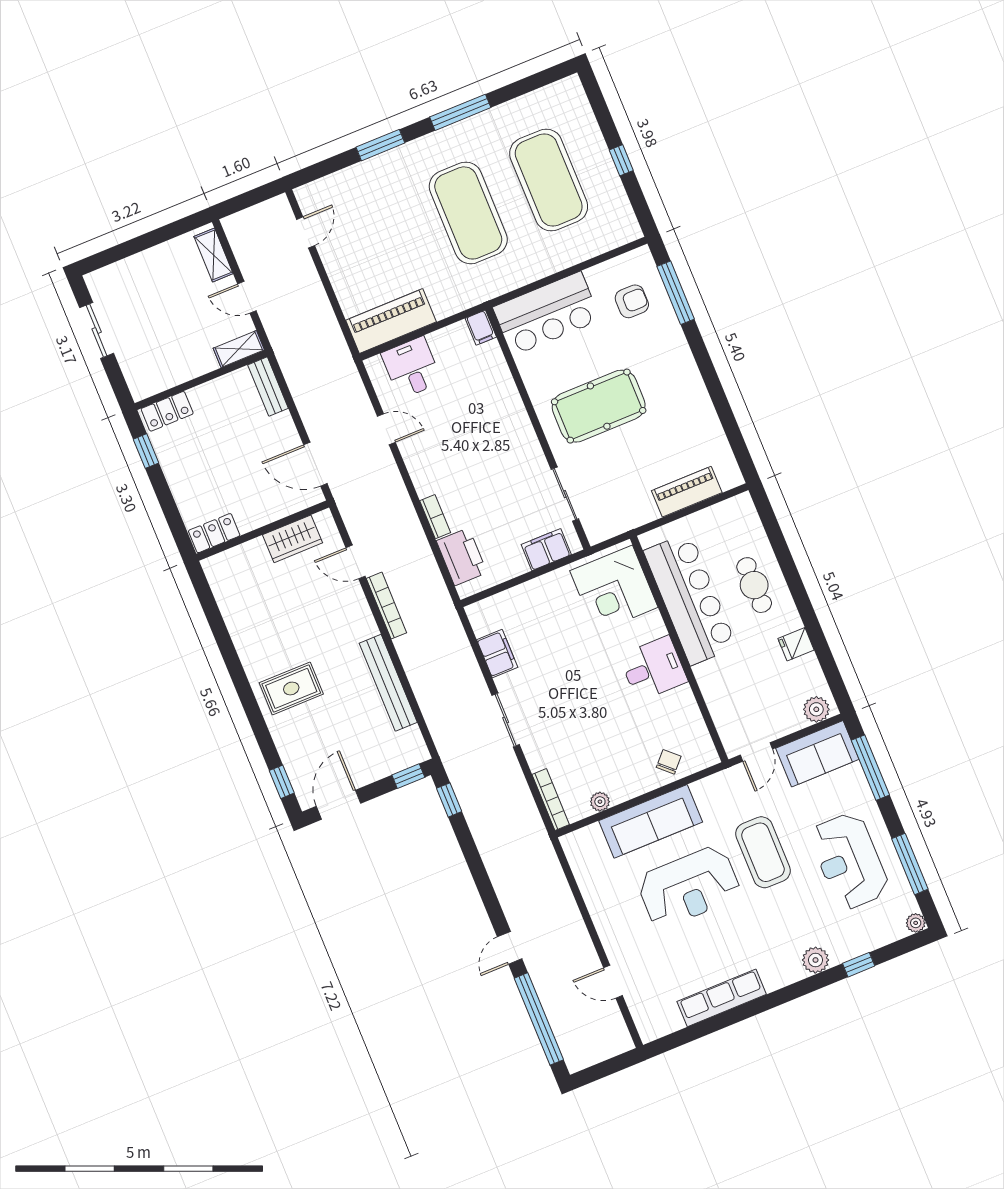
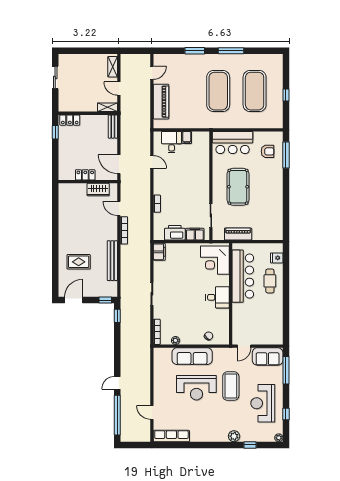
piano: (391, 321) -> (161, 102), moved, turned 90
filing cabinet: (481, 328) -> (187, 138), moved
pool table: (599, 406) -> (238, 187), turned 90
piano: (687, 492) -> (238, 234), moved
locker: (214, 533) -> (85, 175), moved
printer: (462, 557) -> (175, 233), moved, turned -90
fridge: (796, 644) -> (277, 258), moved
filing cabinet: (497, 654) -> (159, 252), moved
rug: (291, 688) -> (79, 262), moved
plant: (816, 709) -> (274, 339), removed
window: (282, 782) -> (55, 282), removed
window: (910, 864) -> (286, 414), width x0.46
row of seats: (722, 998) -> (171, 436), moved

